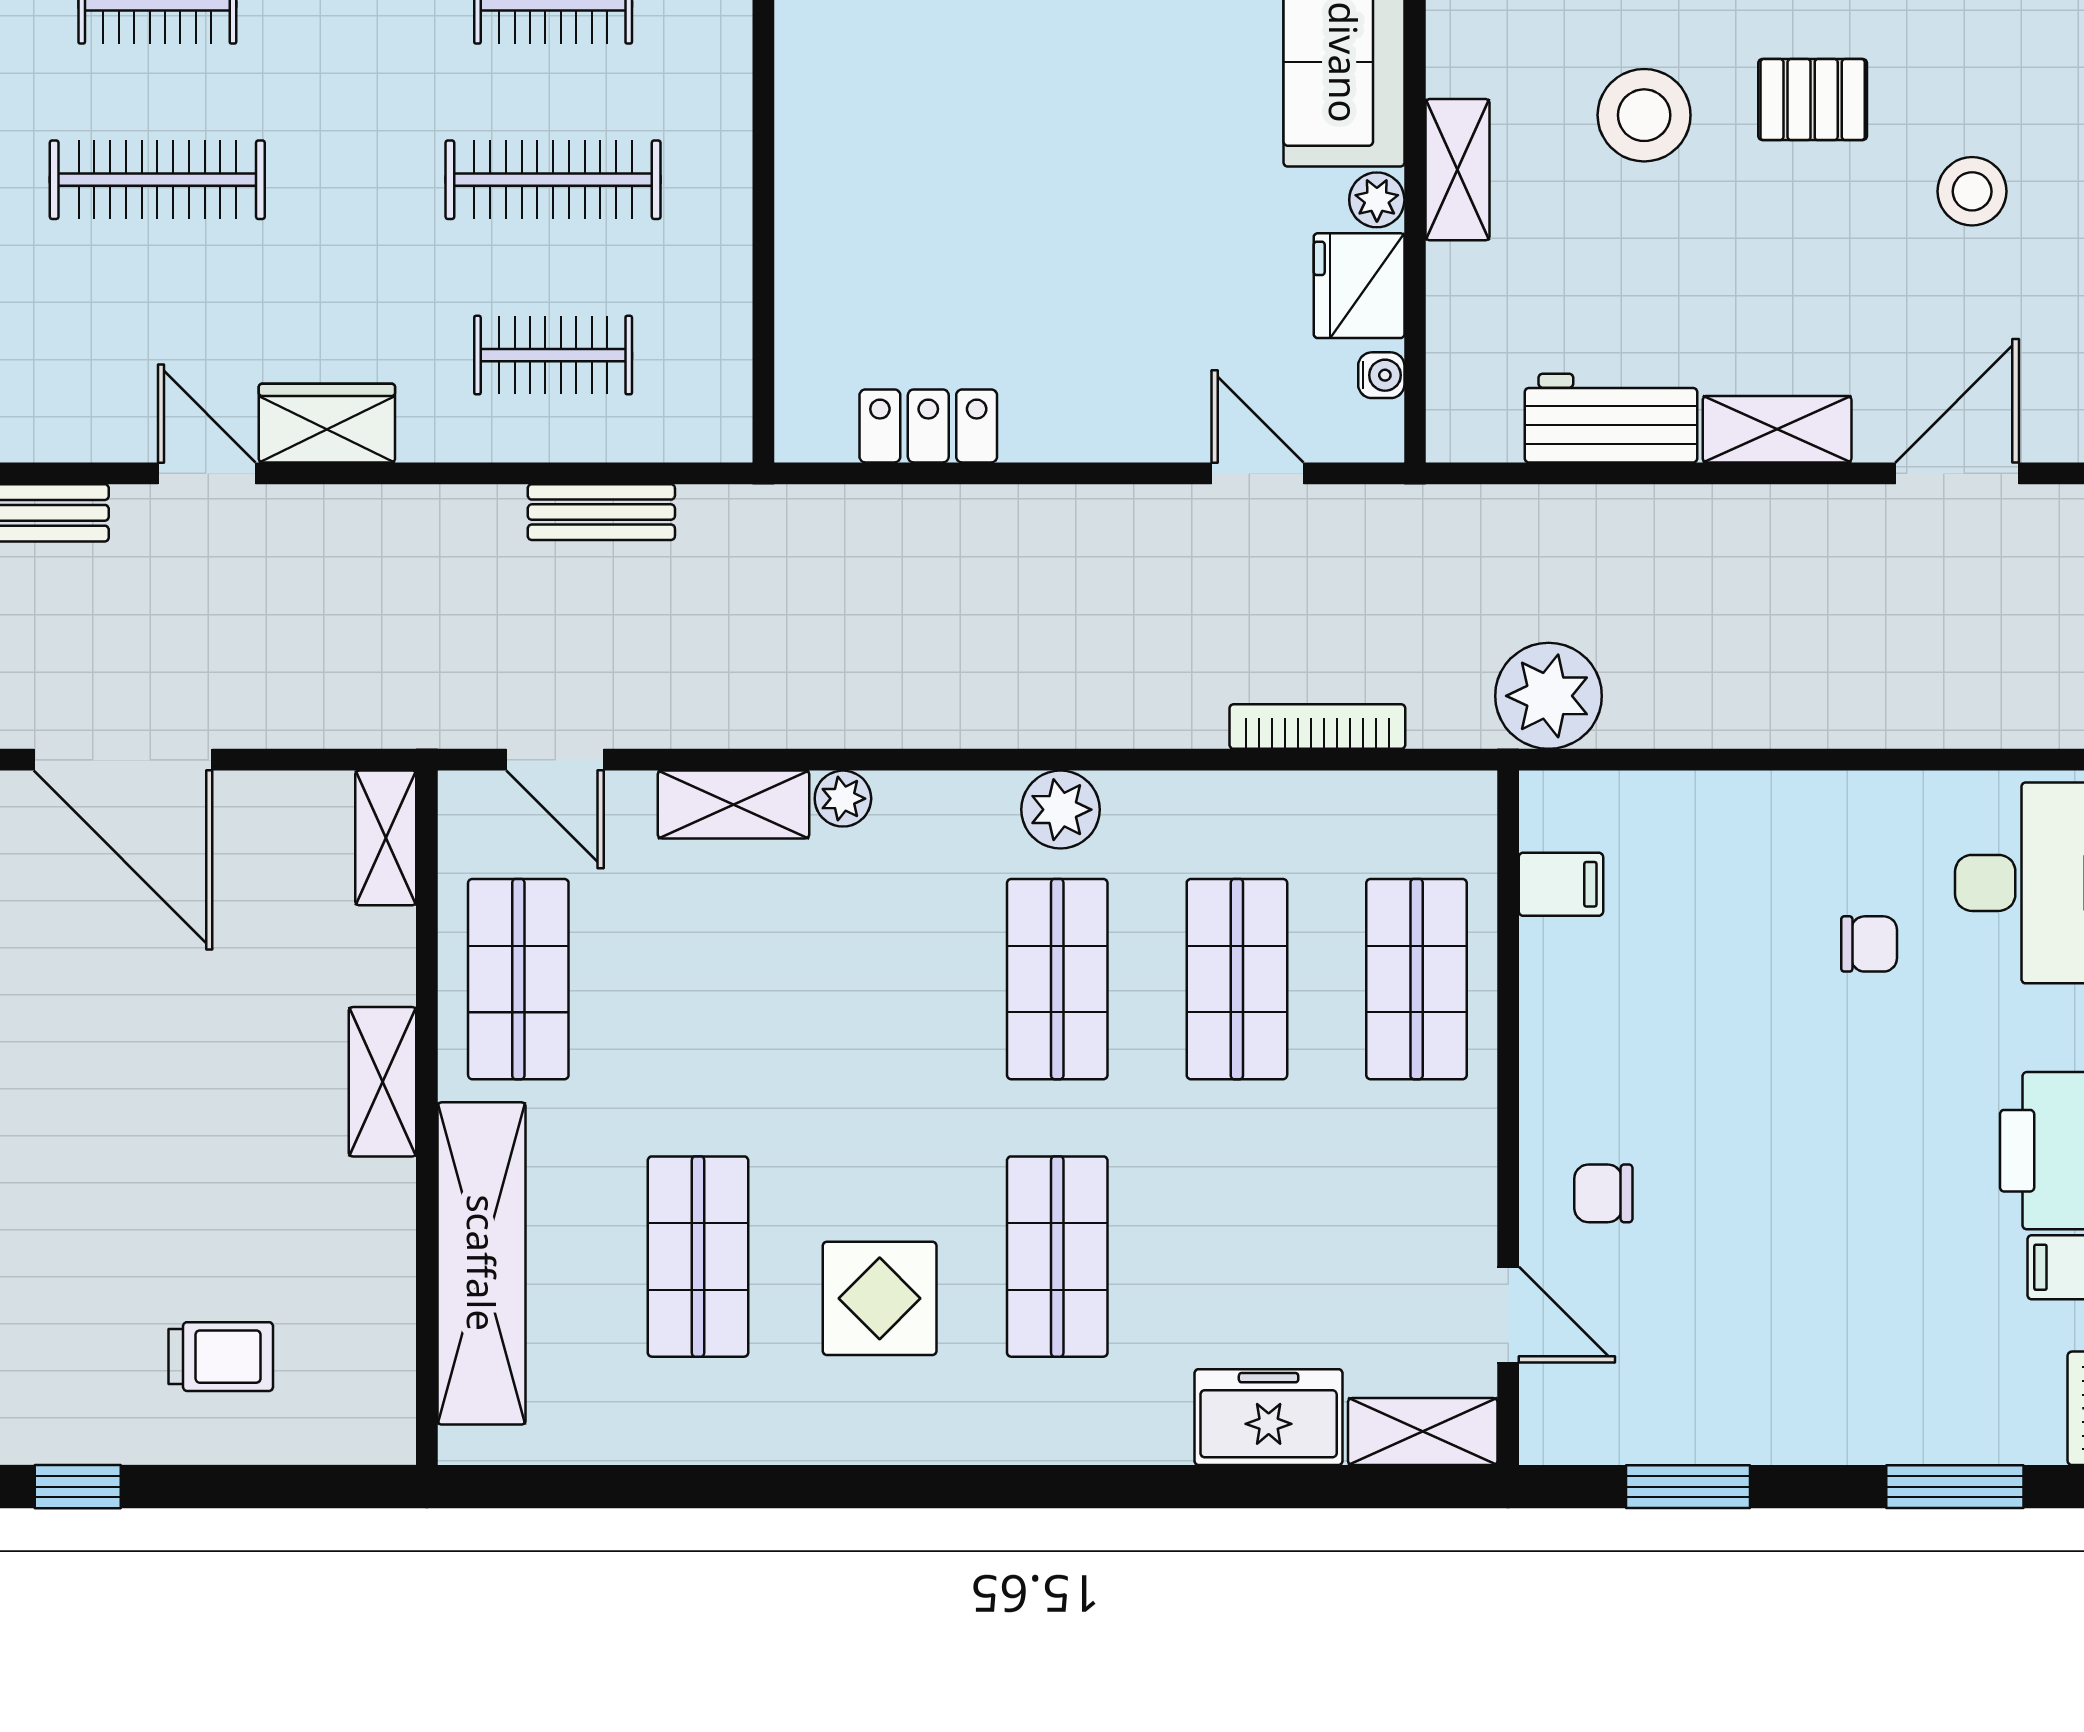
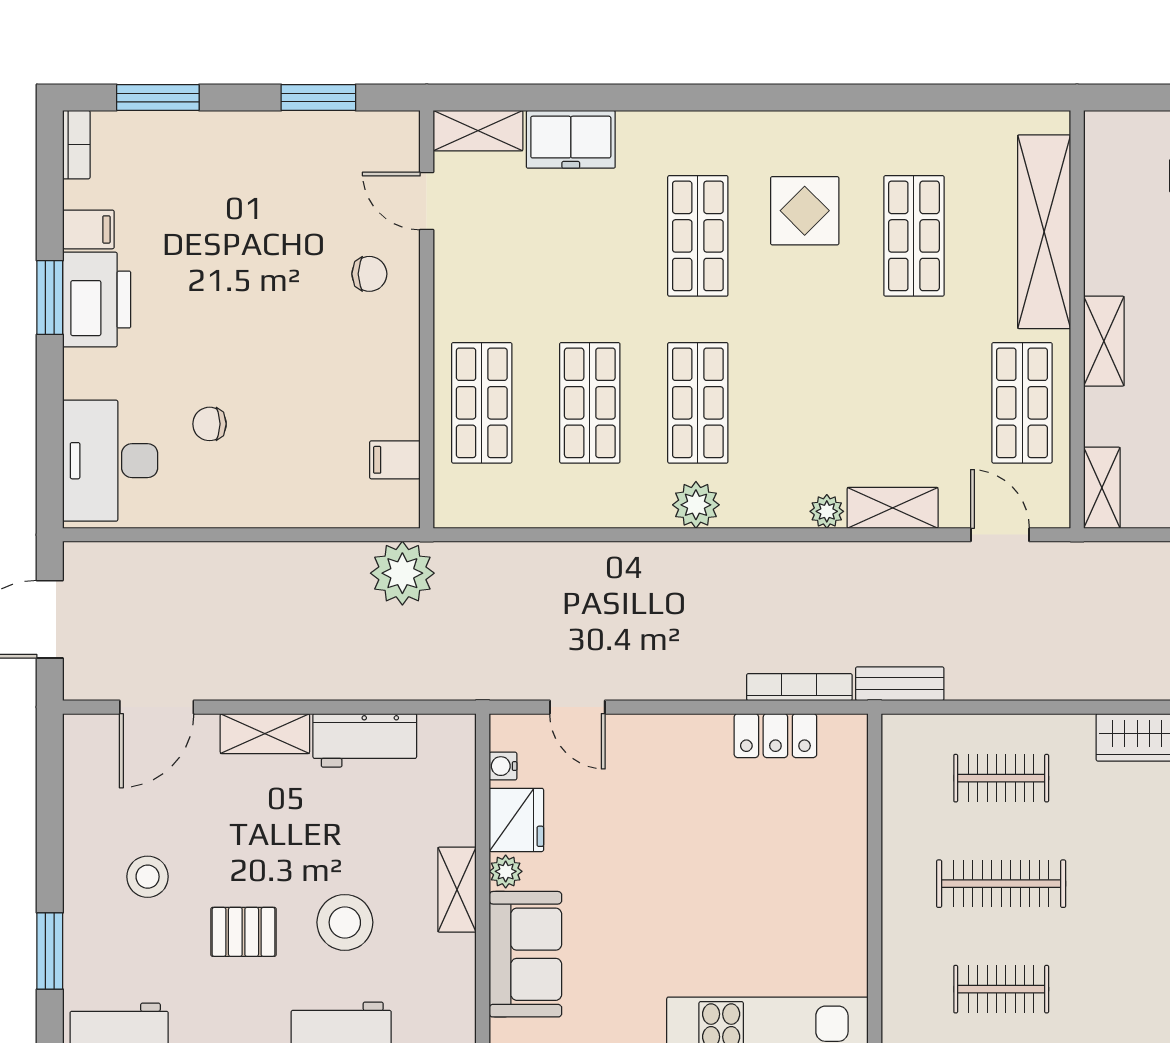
bench: (601, 512) -> (900, 684), moved
bookcase: (1317, 727) -> (799, 687), moved, turned 180

